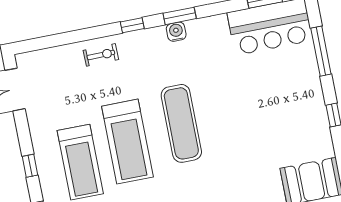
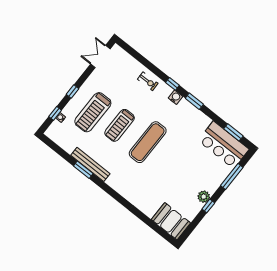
water cooler: (176, 32) -> (175, 97), moved
plant: (316, 111) -> (204, 197), added
treadmill: (127, 142) -> (120, 125), width x0.73, depth x0.73

